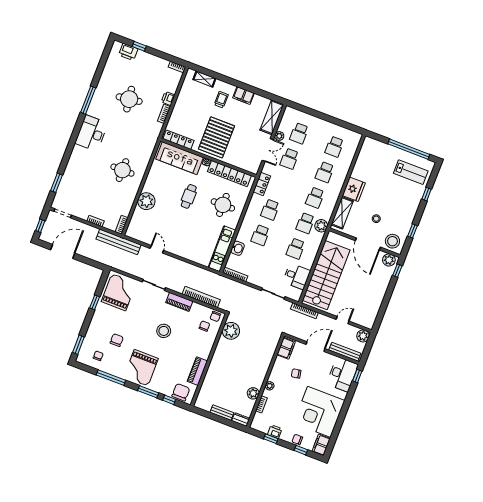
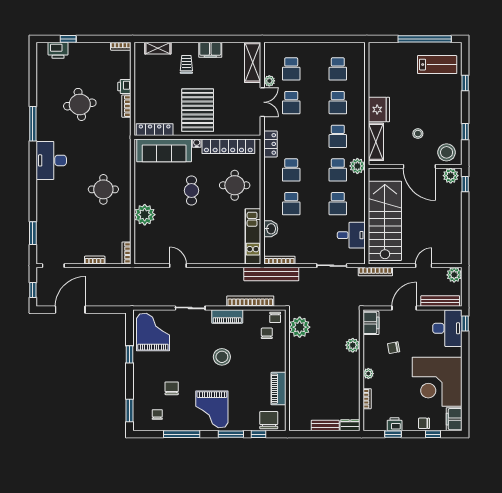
bench: (119, 242) -> (271, 274), moved
plant: (253, 393) -> (353, 345), moved

